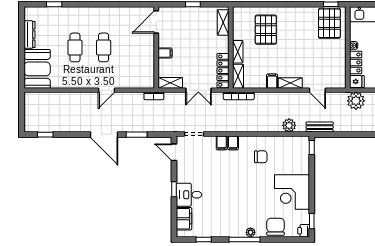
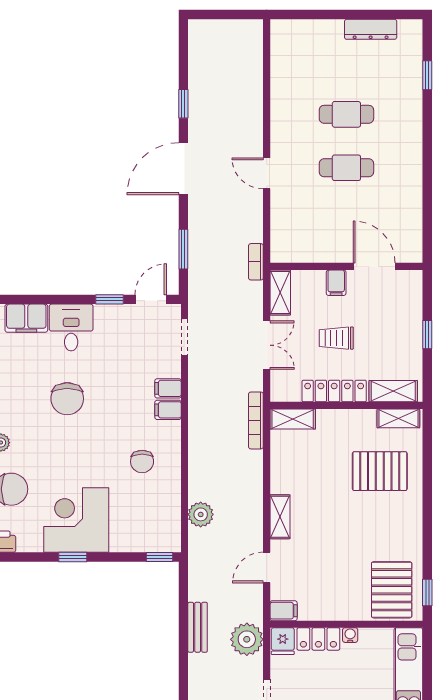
door: (156, 22) -> (374, 266), moved
pallet: (329, 23) -> (392, 590), turned 90
shelving: (238, 52) -> (398, 418), moved
trolley: (195, 53) -> (336, 338), added
booth: (37, 69) -> (306, 43), removed
locker: (223, 71) -> (334, 391), moved
filing cabinet: (272, 81) -> (284, 611), moved
double door: (198, 90) -> (267, 345), swing flipped
bench: (320, 127) -> (198, 627), moved
window: (45, 135) -> (183, 104), moved
window: (137, 135) -> (183, 249), moved
window: (174, 189) -> (109, 299), moved
chair: (227, 197) -> (67, 399), added
window: (312, 221) -> (73, 557), moved

